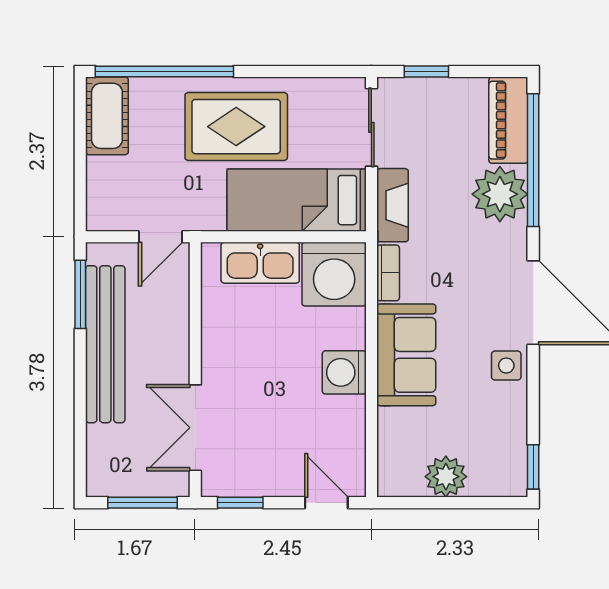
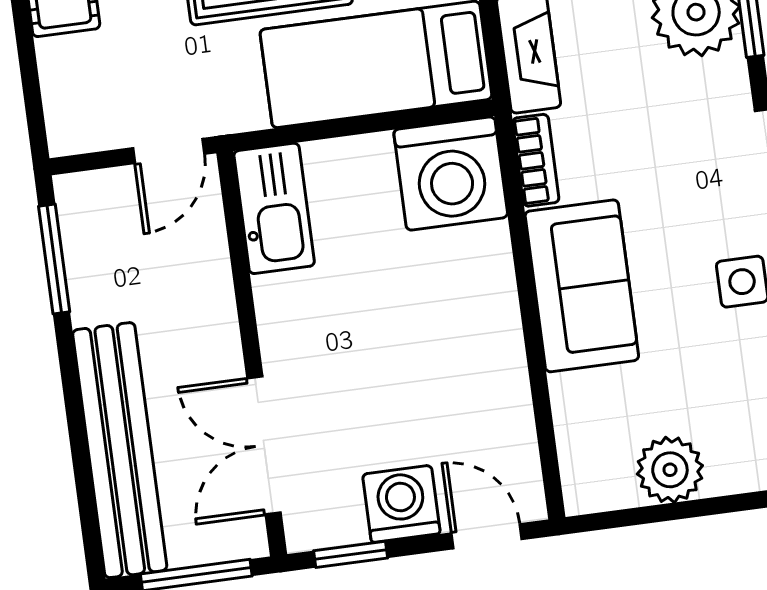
kitchen sink: (260, 263) -> (274, 208), moved, turned -90
bench: (105, 344) -> (120, 450), moved
washing machine: (344, 372) -> (401, 504), moved, turned 90

